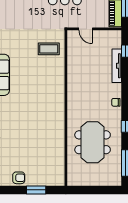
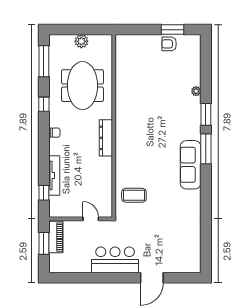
dresser: (73, 98) -> (106, 138), added
plant: (93, 180) -> (81, 41), added
window: (36, 190) -> (172, 30), moved

